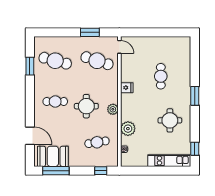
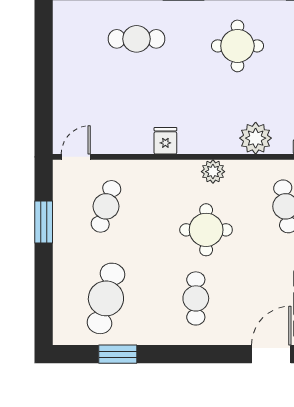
cafe table: (97, 61) -> (106, 206), width x0.73, depth x0.74
cafe table: (161, 76) -> (136, 39), moved

